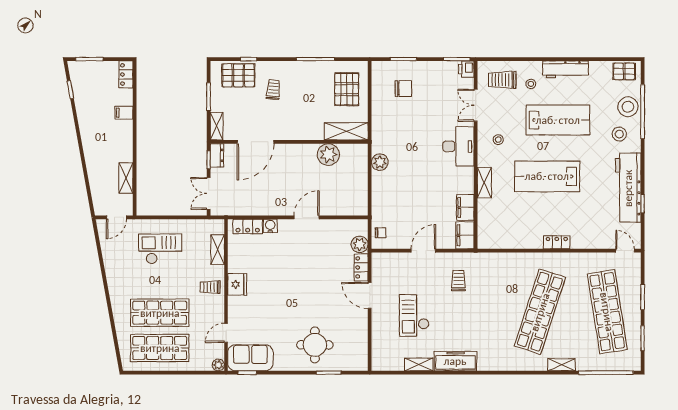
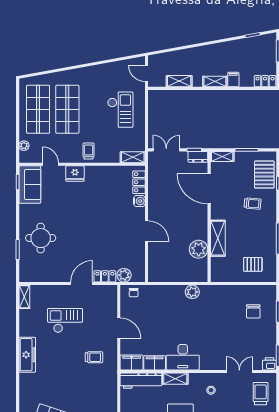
pallet: (347, 89) -> (253, 264), width x0.67, depth x0.71
shelving: (346, 131) -> (218, 238), moved
shelving: (126, 135) -> (215, 82), added
desk: (458, 146) -> (183, 357), moved
workbench: (487, 224) -> (141, 381), added
shelving: (218, 250) -> (133, 157), moved
fridge: (237, 284) -> (75, 174), moved
shelving: (419, 364) -> (24, 297), moved
plant: (218, 365) -> (24, 146), moved

